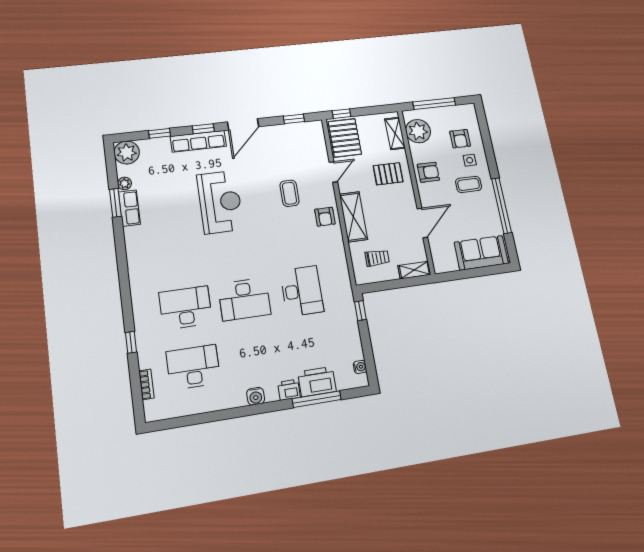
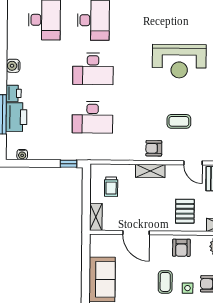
shelving: (353, 217) -> (150, 171), width x0.67, depth x0.75
desk: (244, 299) -> (93, 69), turned -90

